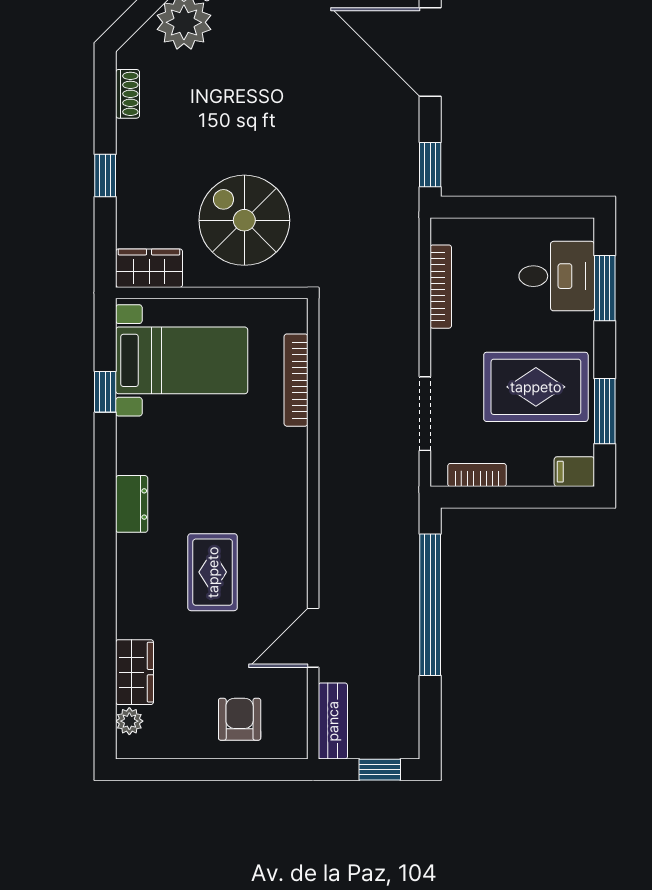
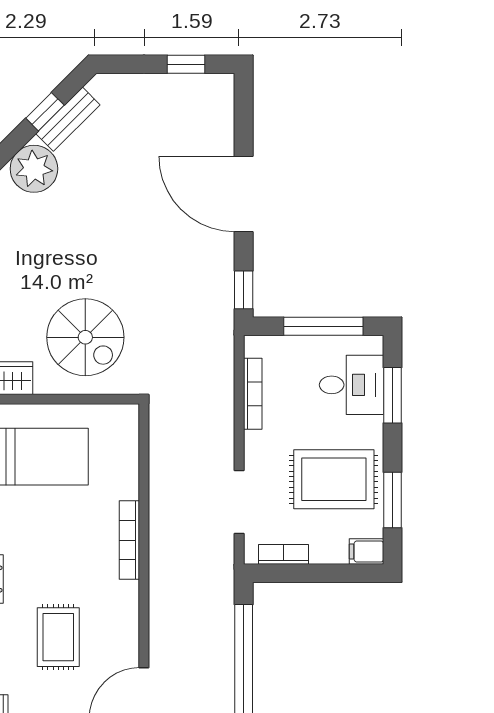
window: (524, 207) -> (323, 326), added
spiral stairs: (244, 220) -> (85, 337), turned 180
bookcase: (296, 380) -> (129, 540), moved

